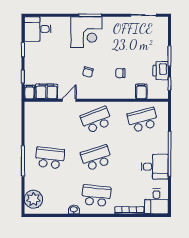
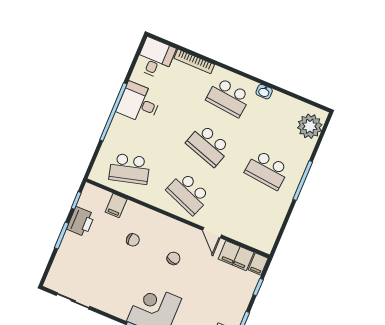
door: (69, 100) -> (212, 233), hinge flipped
school desk: (96, 120) -> (188, 193), turned 42
school desk: (96, 158) -> (208, 145), turned 36

